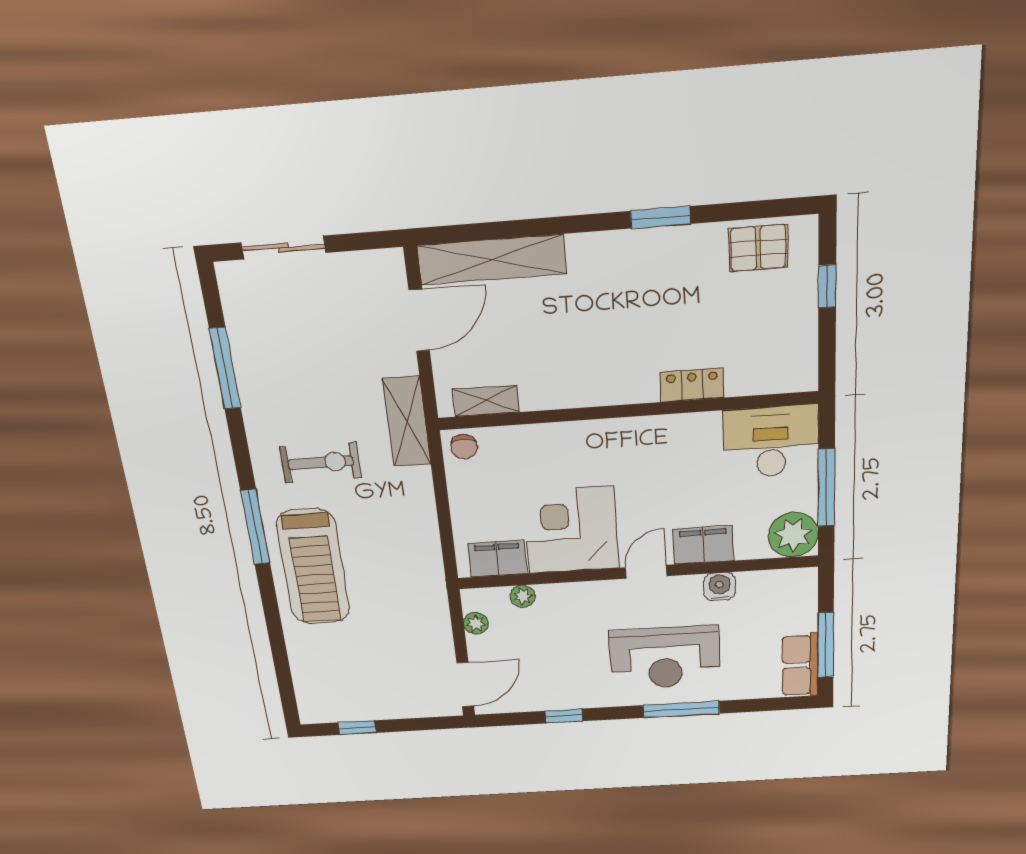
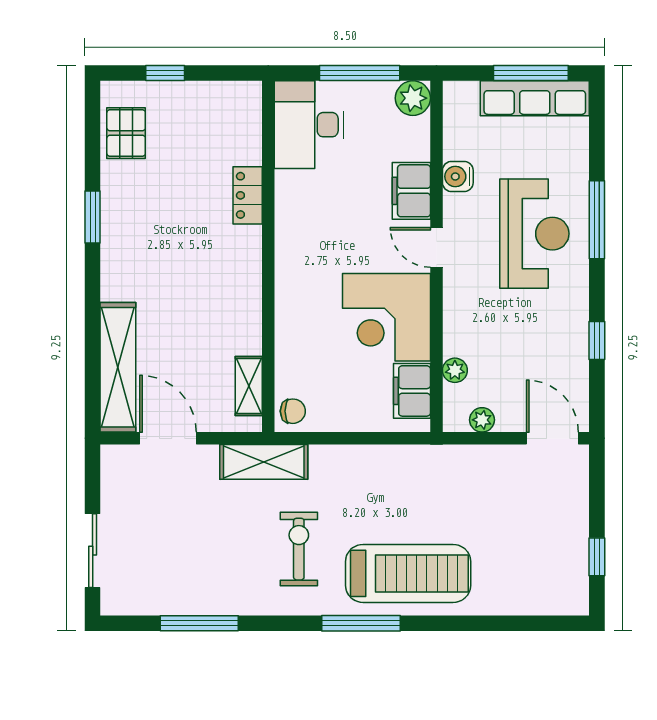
plant: (793, 535) -> (413, 98), width x0.73, depth x0.73
row of seats: (800, 665) -> (535, 98), width x1.48

